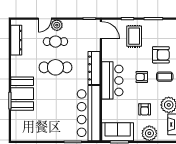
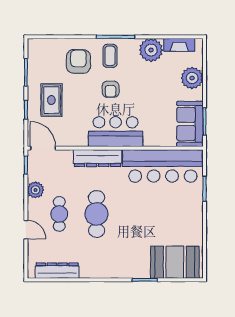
plant: (57, 25) -> (36, 190), moved
door: (101, 30) -> (43, 148), hinge flipped
rug: (134, 36) -> (51, 100), turned 90
booth: (22, 94) -> (175, 262), moved
armchair: (145, 109) -> (157, 85), removed

